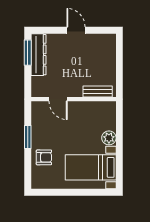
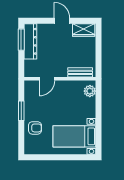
wardrobe: (102, 41) -> (84, 30), added
door: (58, 99) -> (47, 79), hinge flipped
plant: (109, 138) -> (90, 91), moved

